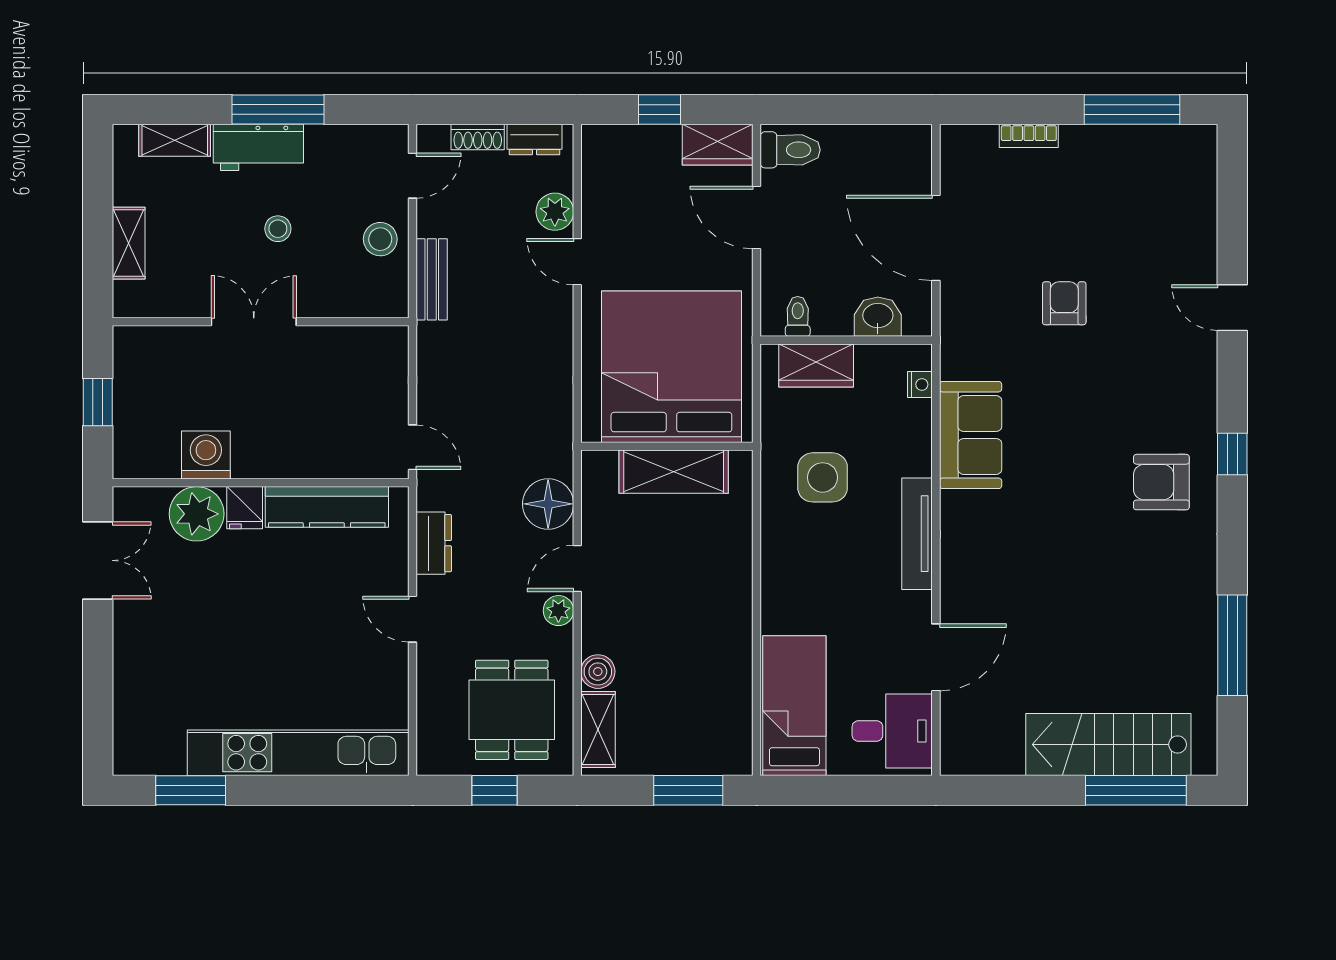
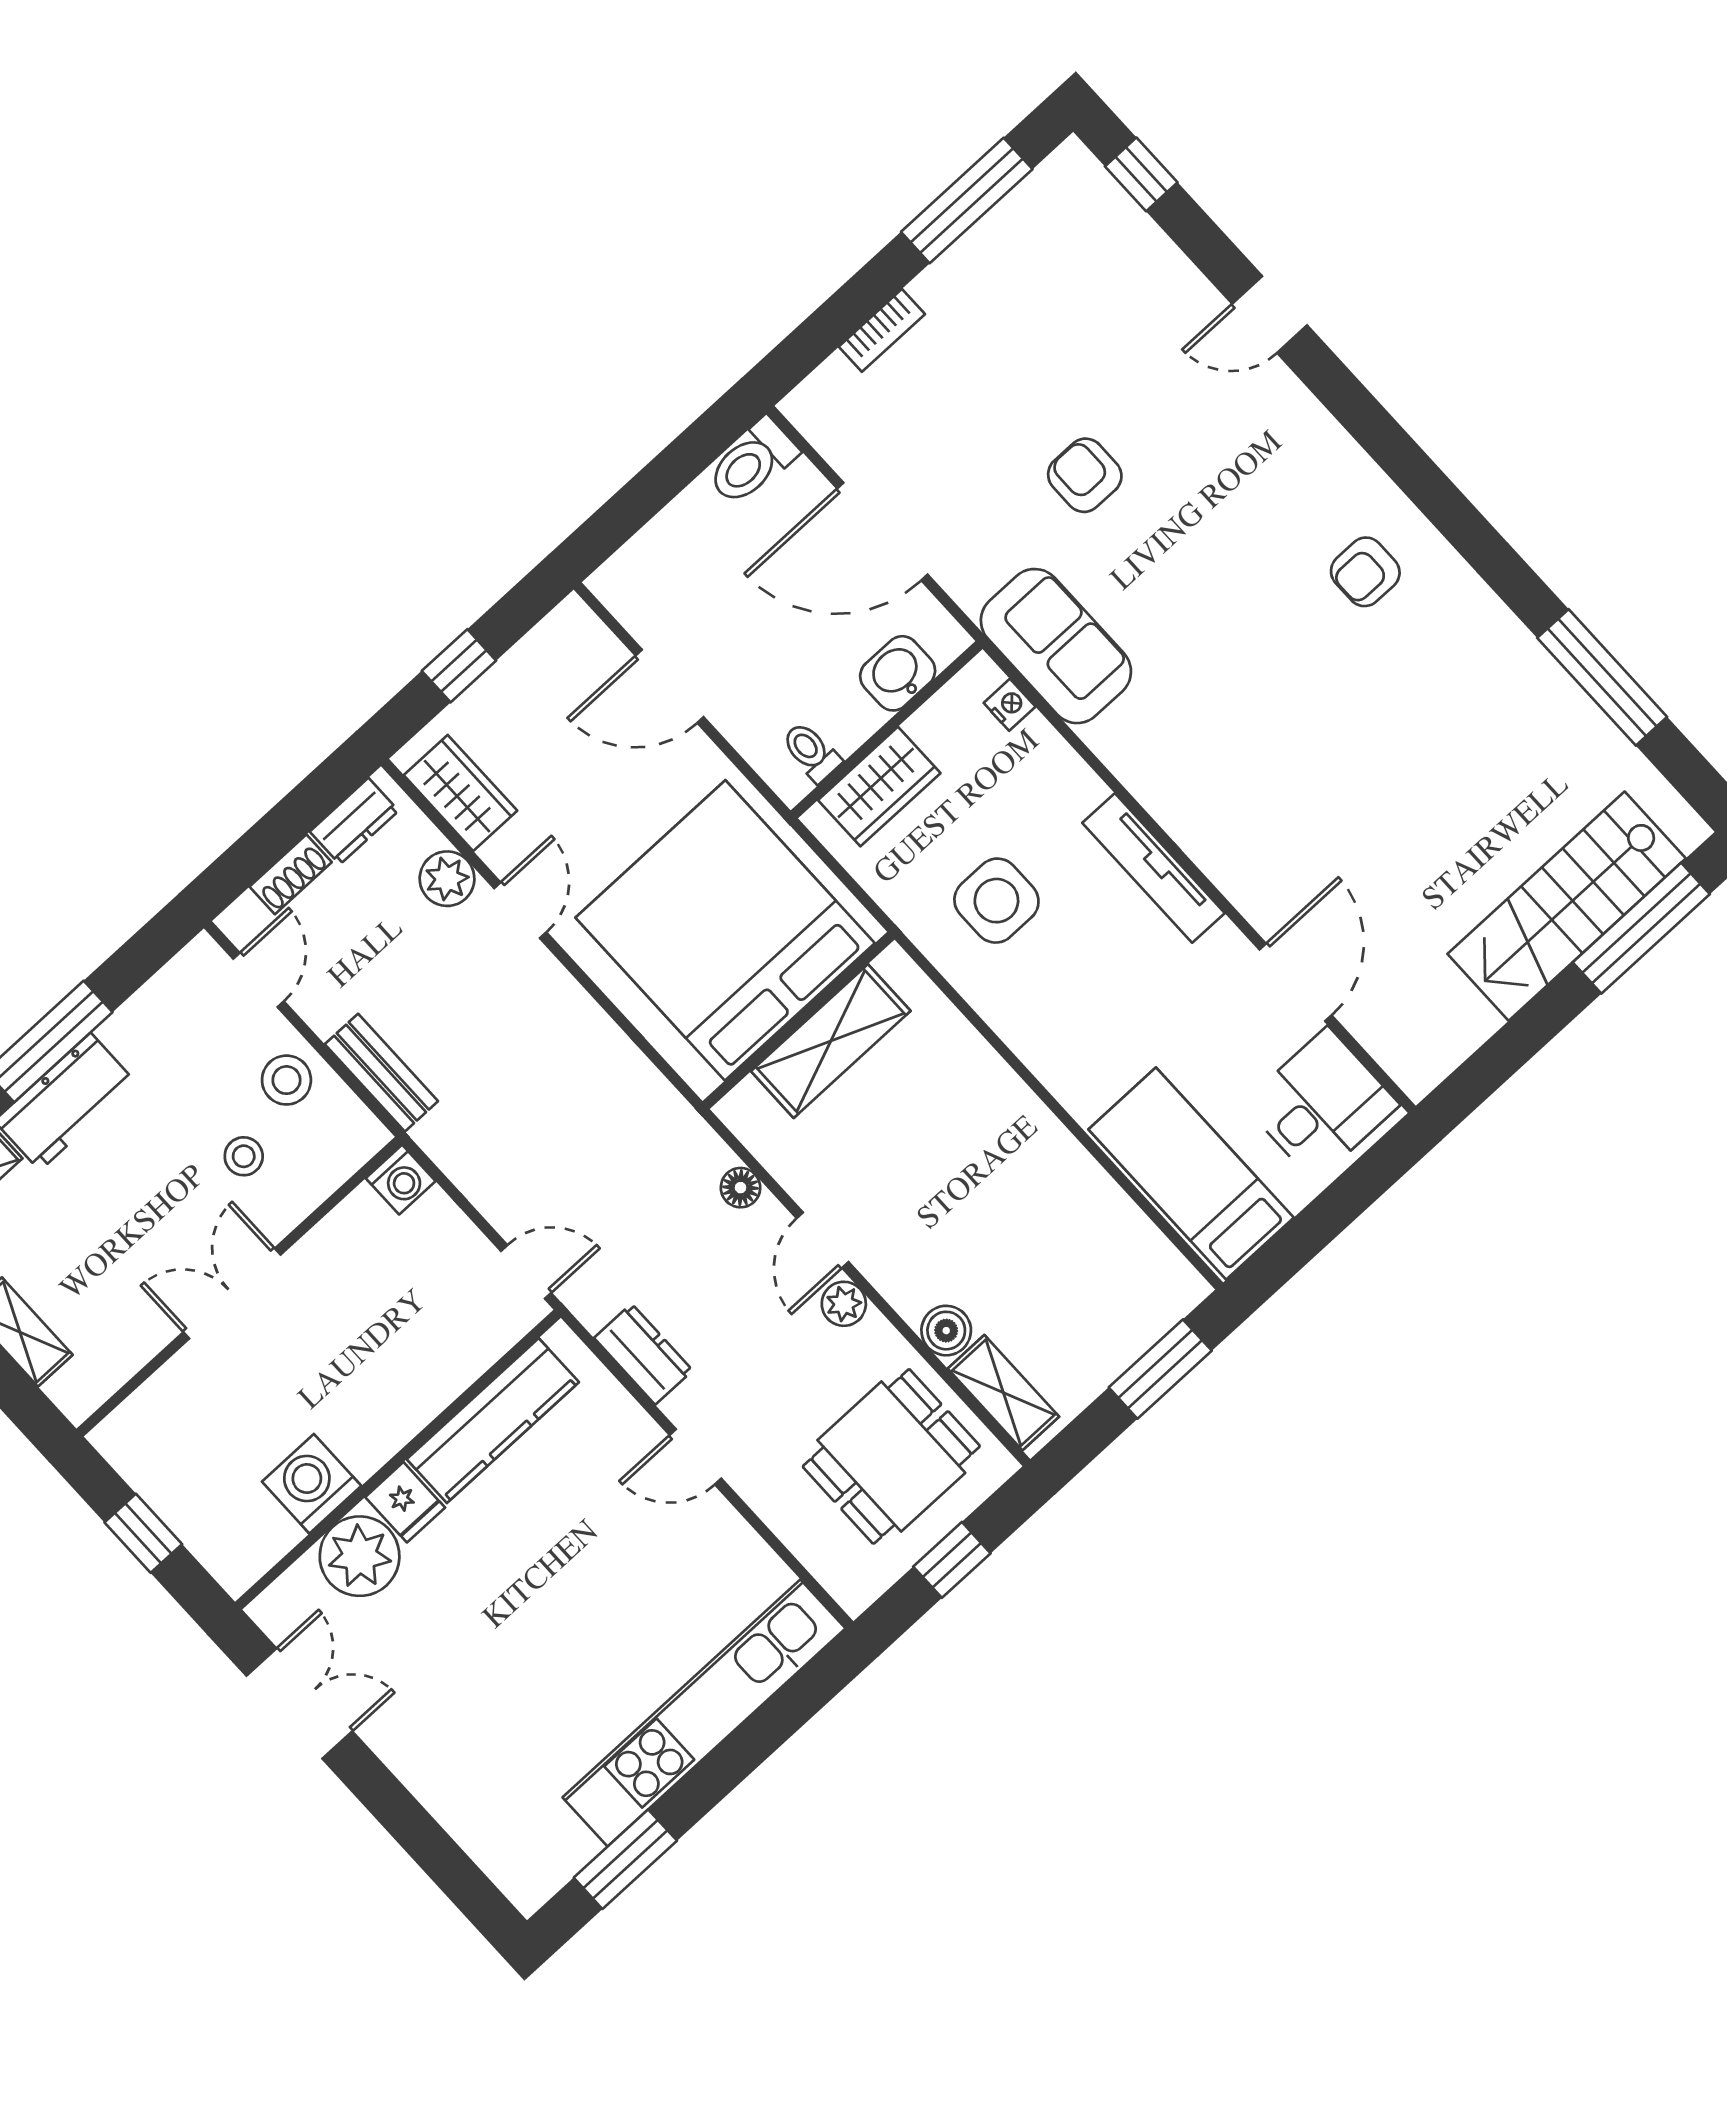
wardrobe: (718, 145) -> (460, 793), moved, turned -90
toilet: (790, 150) -> (752, 462), moved, turned 180
stool: (278, 229) -> (244, 1156), moved
door: (577, 262) -> (520, 910), swing flipped
washing machine: (392, 342) -> (401, 1180), added
sofa: (971, 435) -> (1056, 646), moved
window: (1232, 454) -> (1141, 174), moved
armchair: (1161, 482) -> (1365, 572), width x0.72, depth x0.72
floor lamp: (548, 504) -> (741, 1188), width x0.53, depth x0.53
dining table: (512, 710) -> (891, 1456), turned 90

